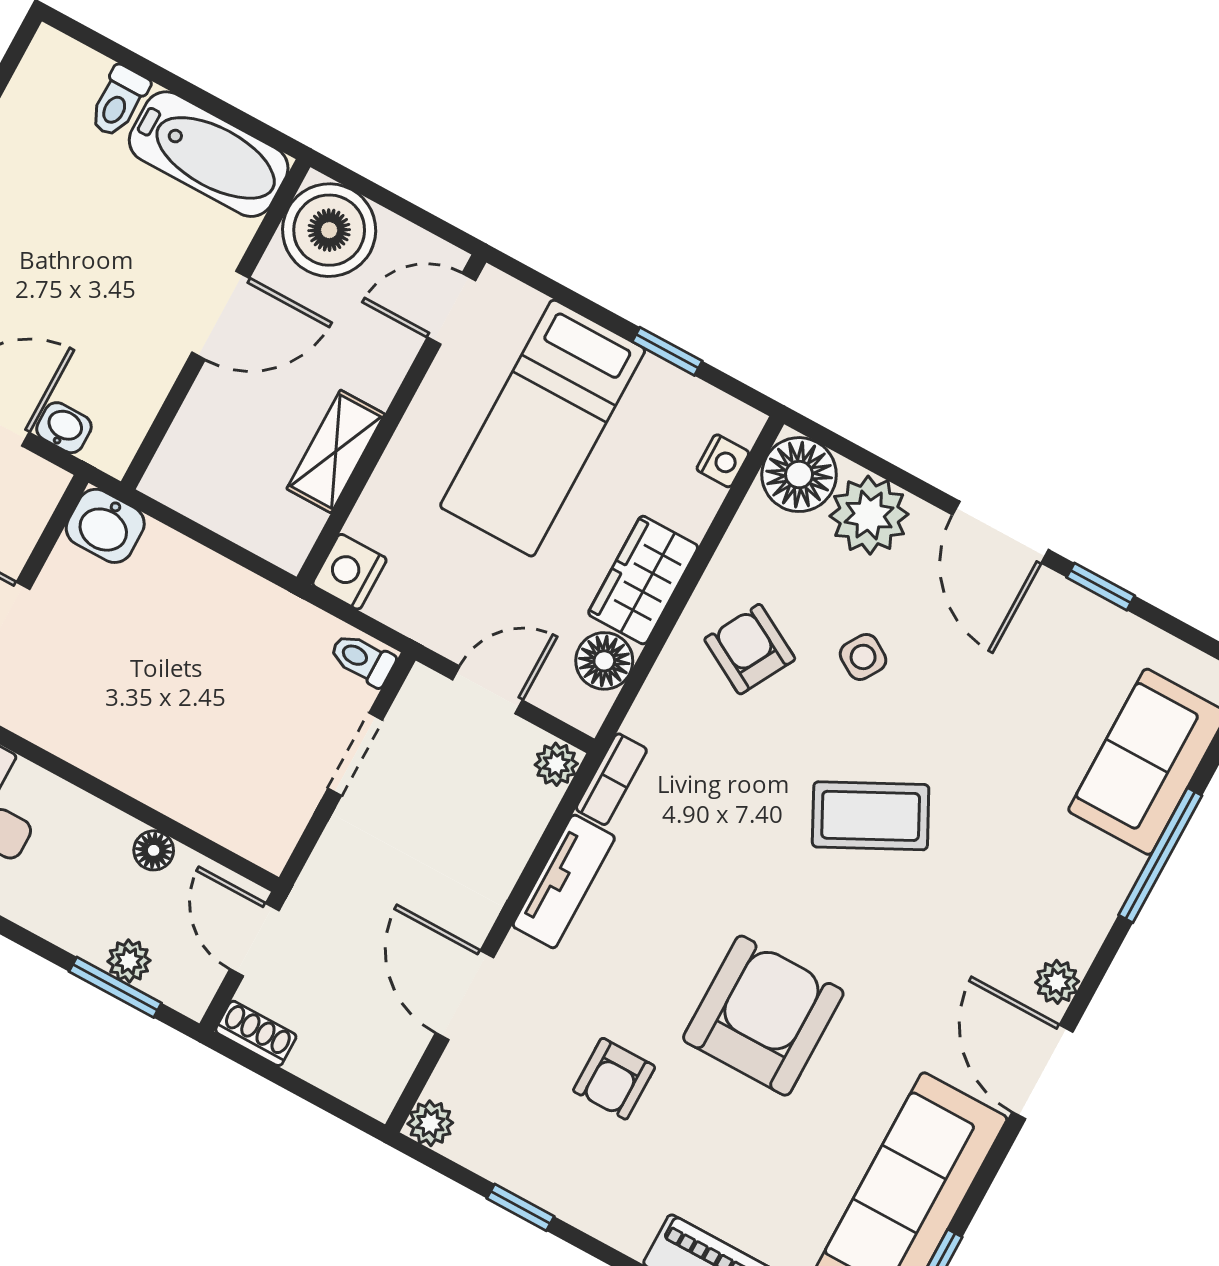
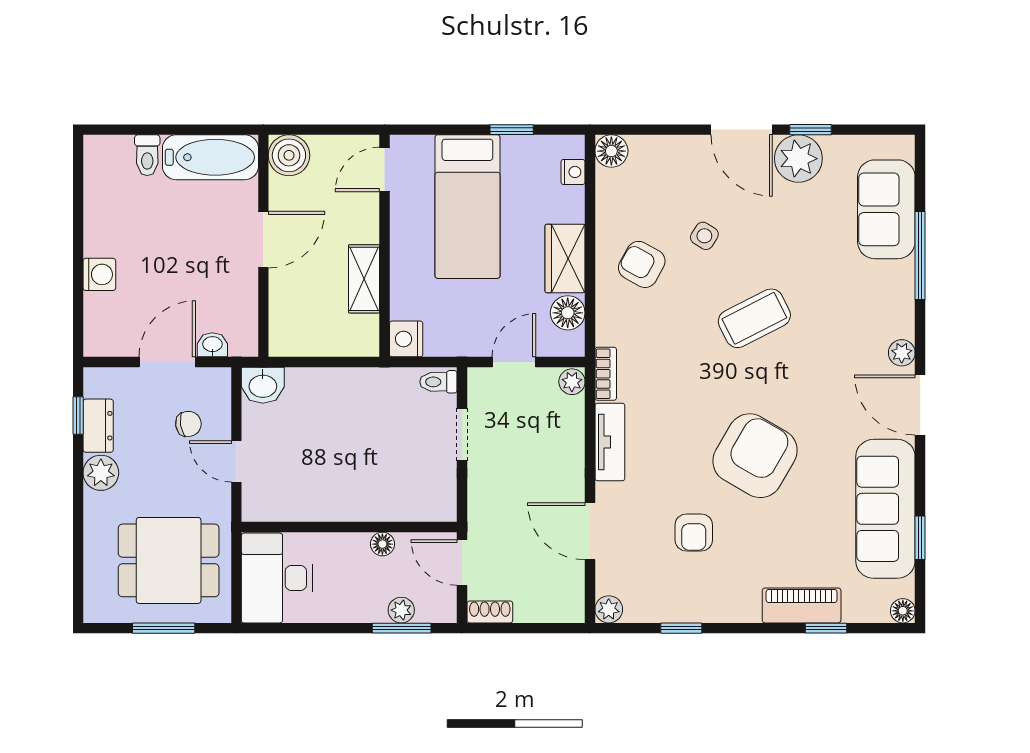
boiler: (329, 230) -> (289, 155), width x0.73, depth x0.73
floor lamp: (799, 475) -> (611, 151), width x0.73, depth x0.73
plant: (869, 515) -> (798, 159), moved
armchair: (763, 1016) -> (755, 456), turned 30

